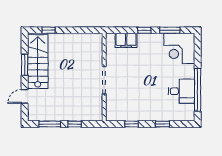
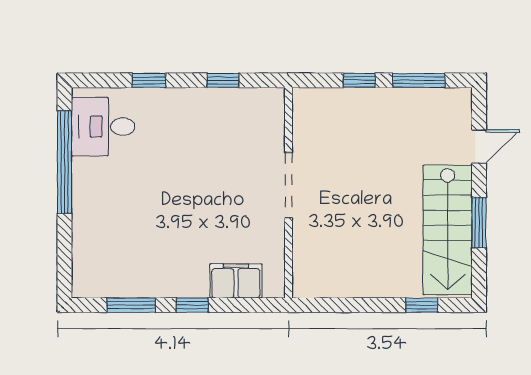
corner desk: (179, 48) -> (108, 261), removed
desk: (181, 91) -> (103, 127), moved

